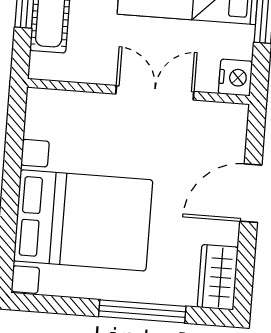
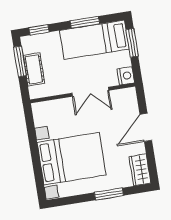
double door: (155, 93) -> (90, 92), swing flipped
window: (142, 311) -> (109, 194), width x0.69

